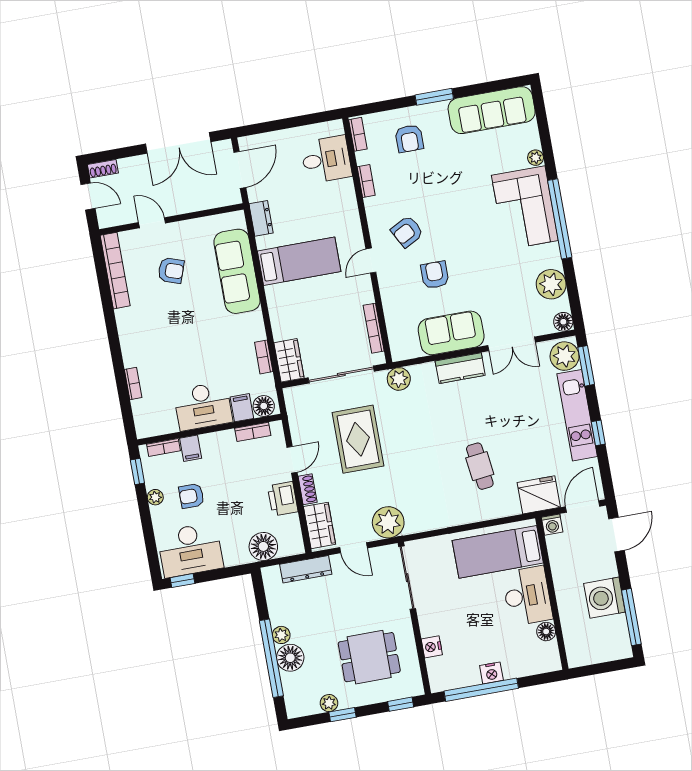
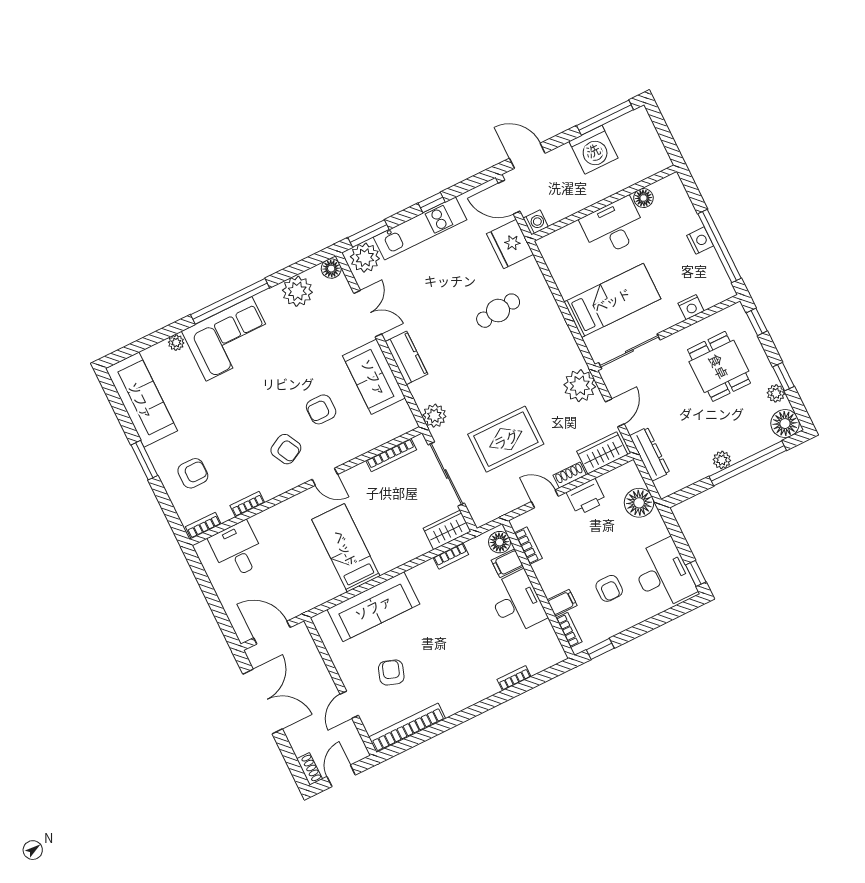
dresser: (261, 218) -> (314, 598), removed
plant: (155, 497) -> (621, 624), removed
bed: (498, 552) -> (612, 300), moved, turned -90
floor lamp: (290, 658) -> (785, 424), moved

